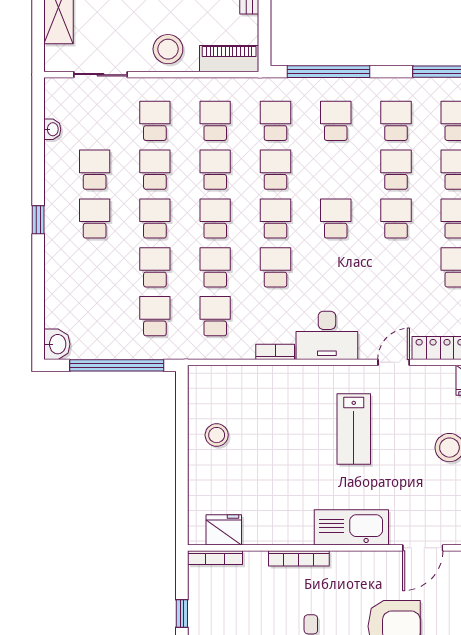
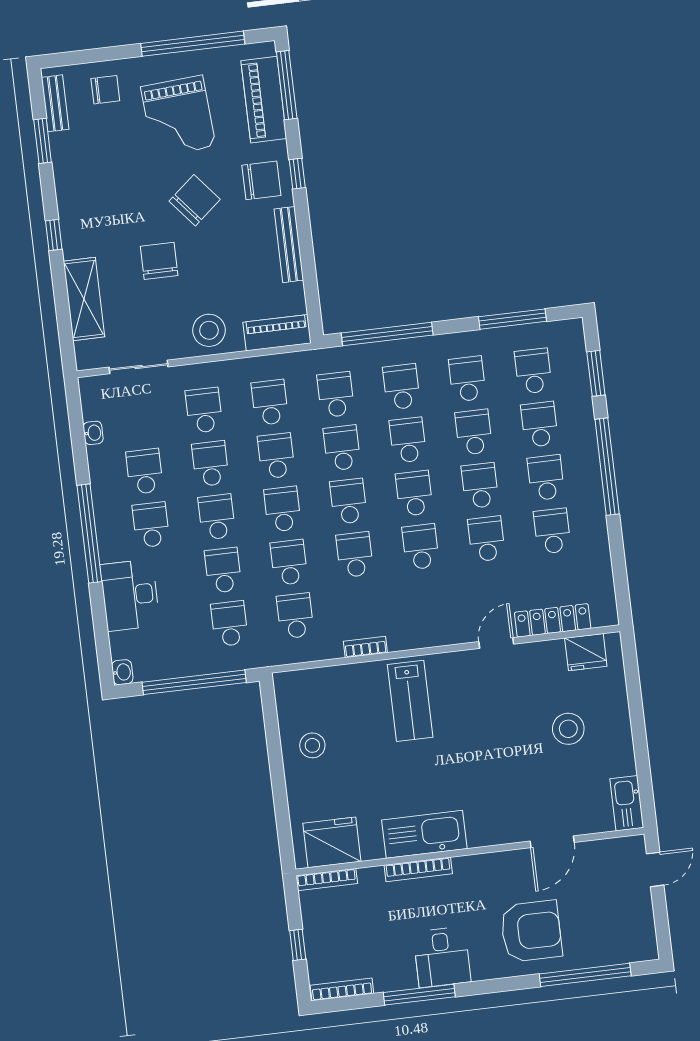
school desk: (336, 170) -> (408, 440), added
window: (38, 220) -> (89, 533), width x3.17
school desk: (336, 267) -> (421, 547), added
school desk: (396, 267) -> (486, 539), added
desk: (327, 335) -> (130, 595), moved, turned 90
washbasin: (57, 344) -> (122, 672), width x0.72, depth x0.69
lab bench: (354, 429) -> (410, 701), moved
kitchen sink: (351, 527) -> (424, 834), moved
fridge: (224, 530) -> (332, 842), width x1.36, depth x1.34

